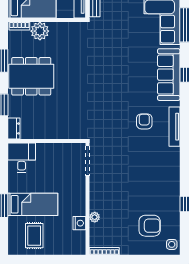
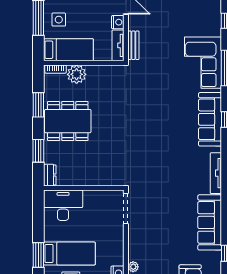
armchair: (144, 121) -> (185, 168), removed
desk: (22, 158) -> (63, 205), width x1.37
sofa: (168, 174) -> (210, 222), added

